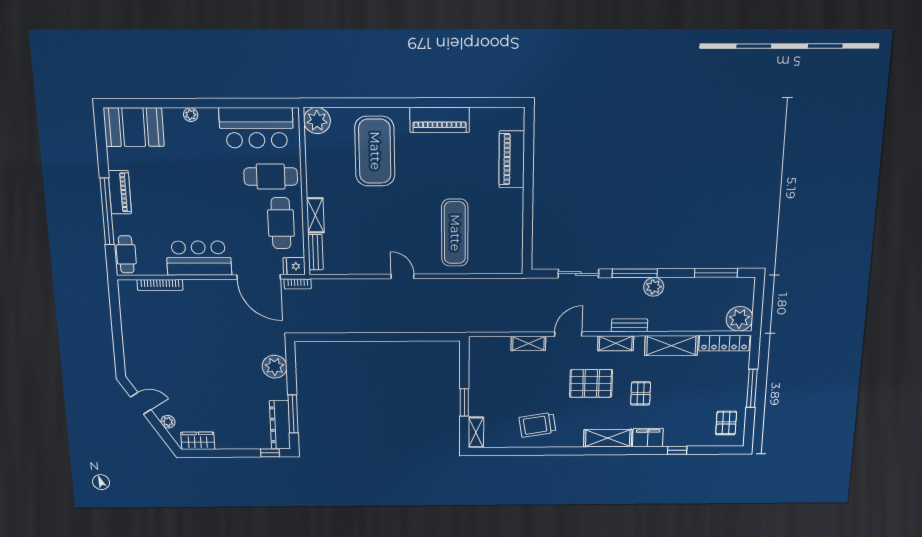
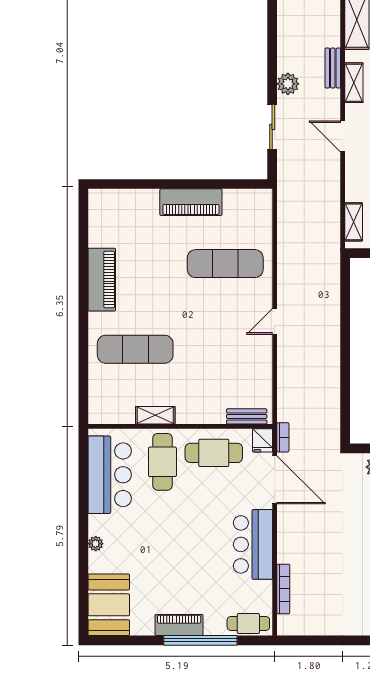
plant: (317, 121) -> (102, 410), removed
exercise mat: (375, 151) -> (135, 349), width x0.68
piano: (512, 159) -> (191, 202), moved
shelving: (315, 215) -> (155, 415), moved
window: (635, 273) -> (272, 64), removed
door: (259, 277) -> (275, 480), hinge flipped
plant: (654, 287) -> (288, 84), moved
shelving: (528, 343) -> (354, 222), moved

